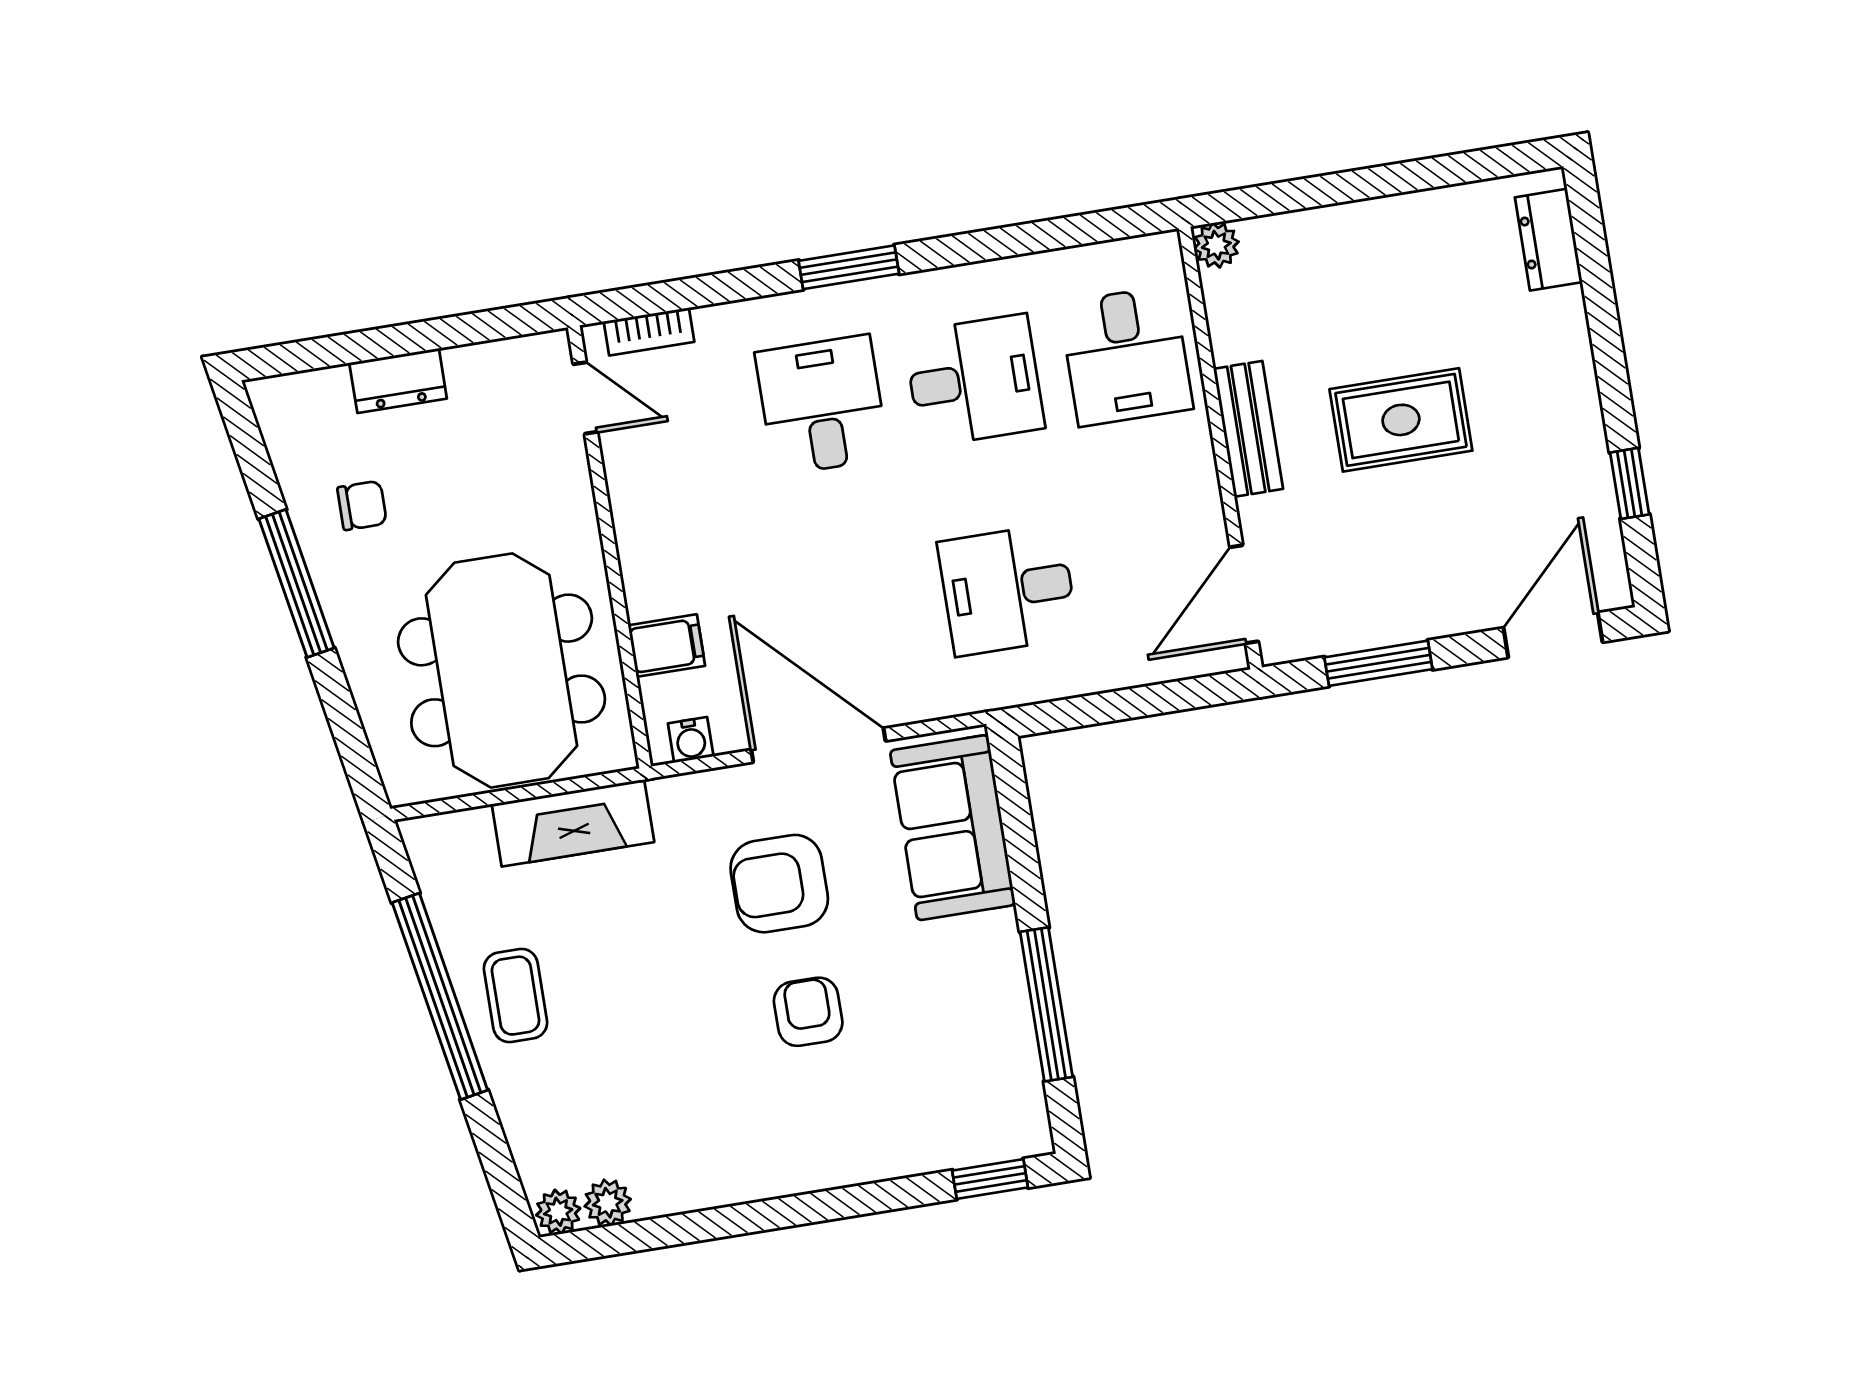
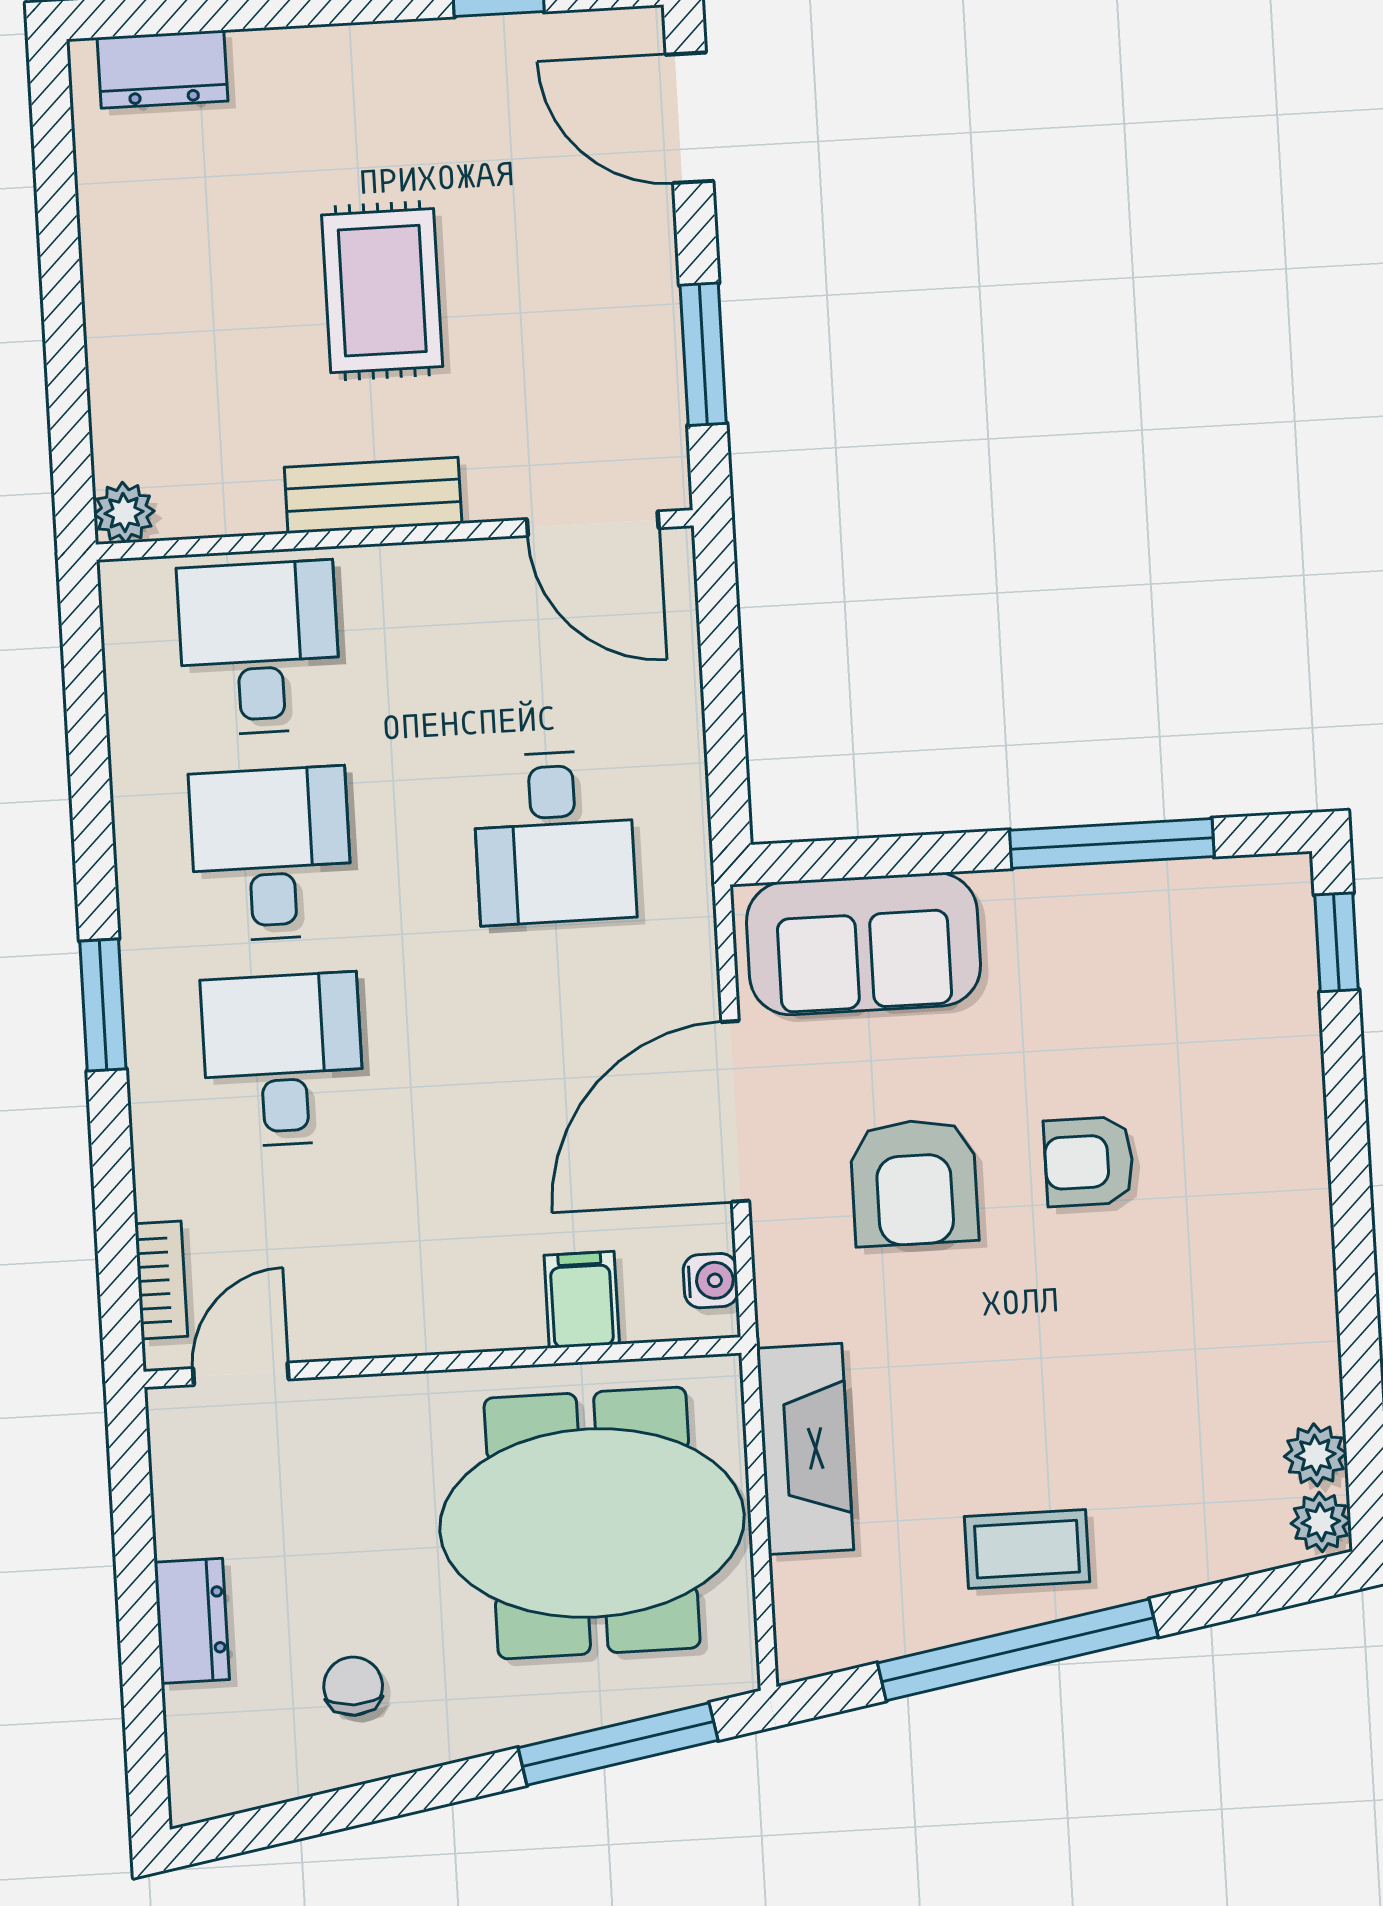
desk: (1126, 356) -> (259, 648), turned -90
desk: (822, 405) -> (283, 1060), turned 90
window: (297, 583) -> (618, 1744), moved

